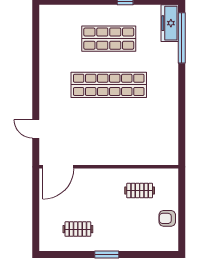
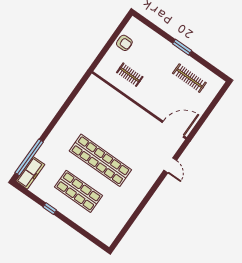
clothes rail: (78, 229) -> (189, 78), width x1.36

